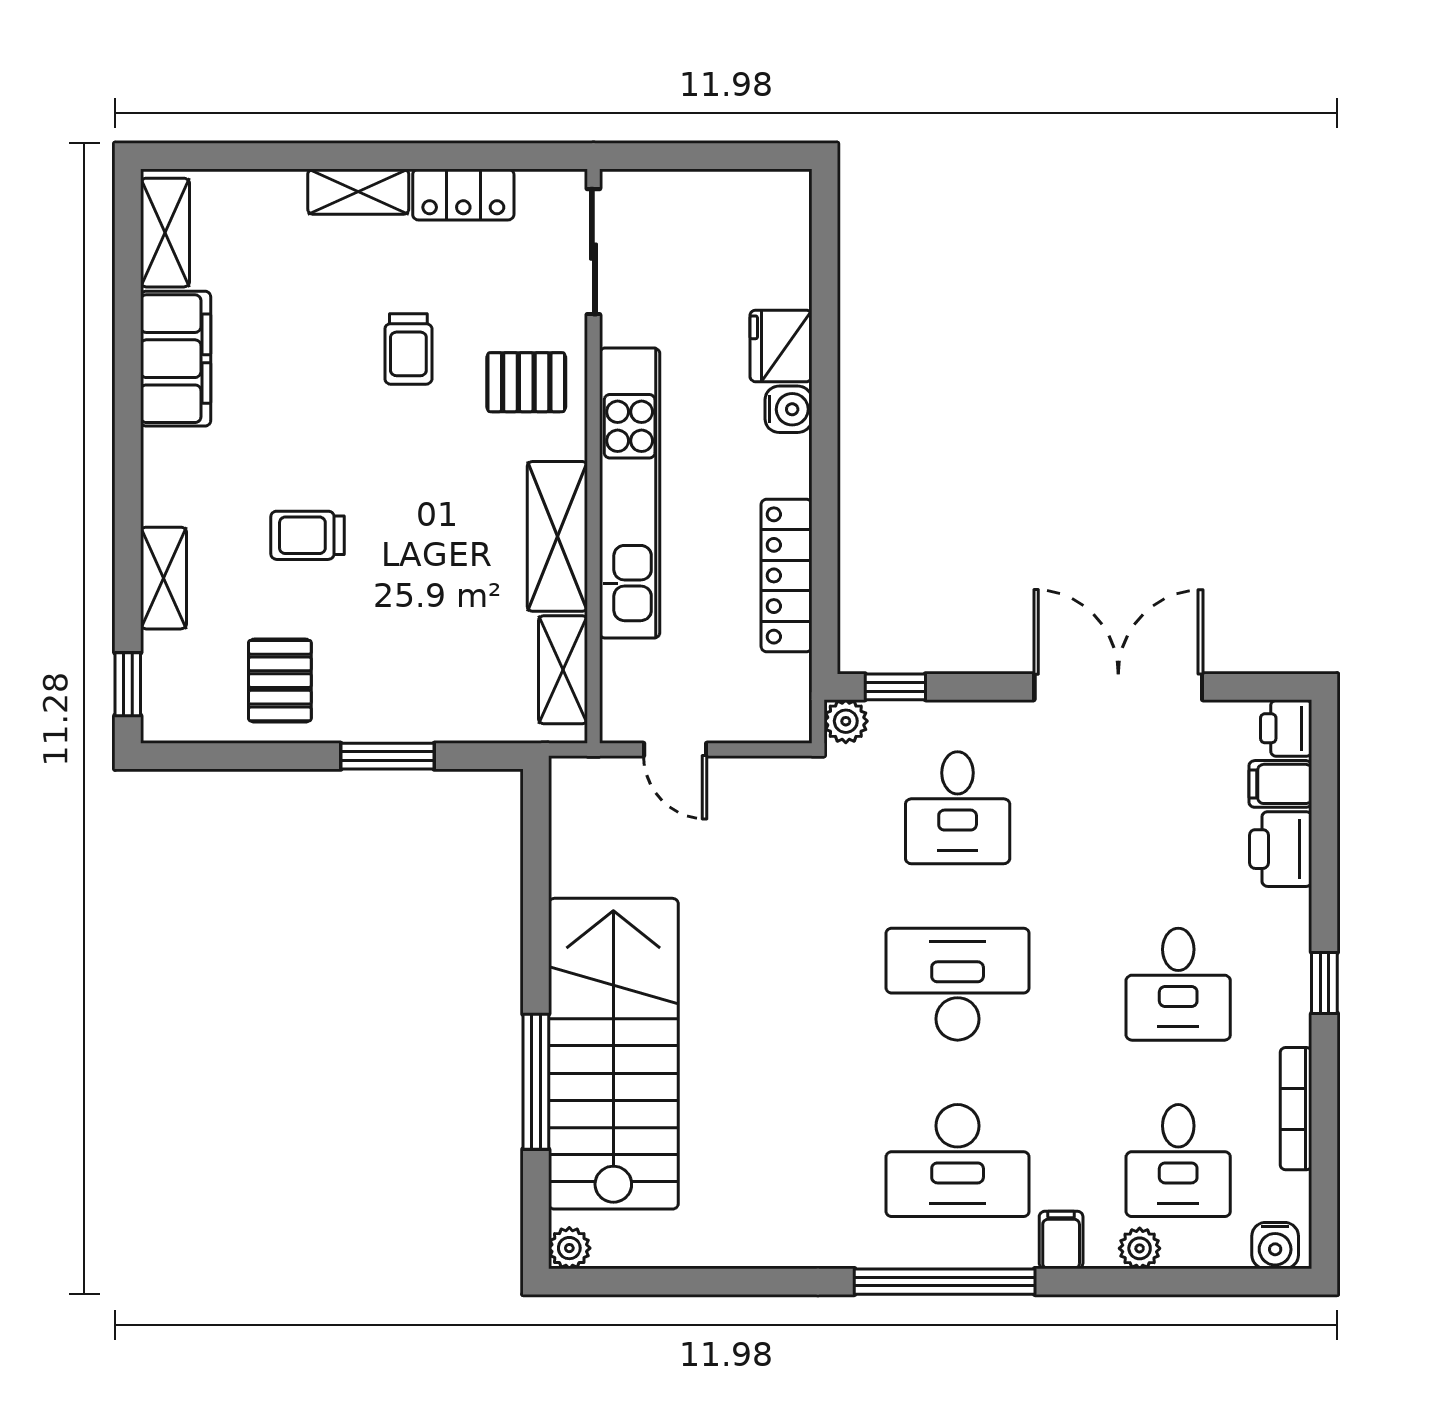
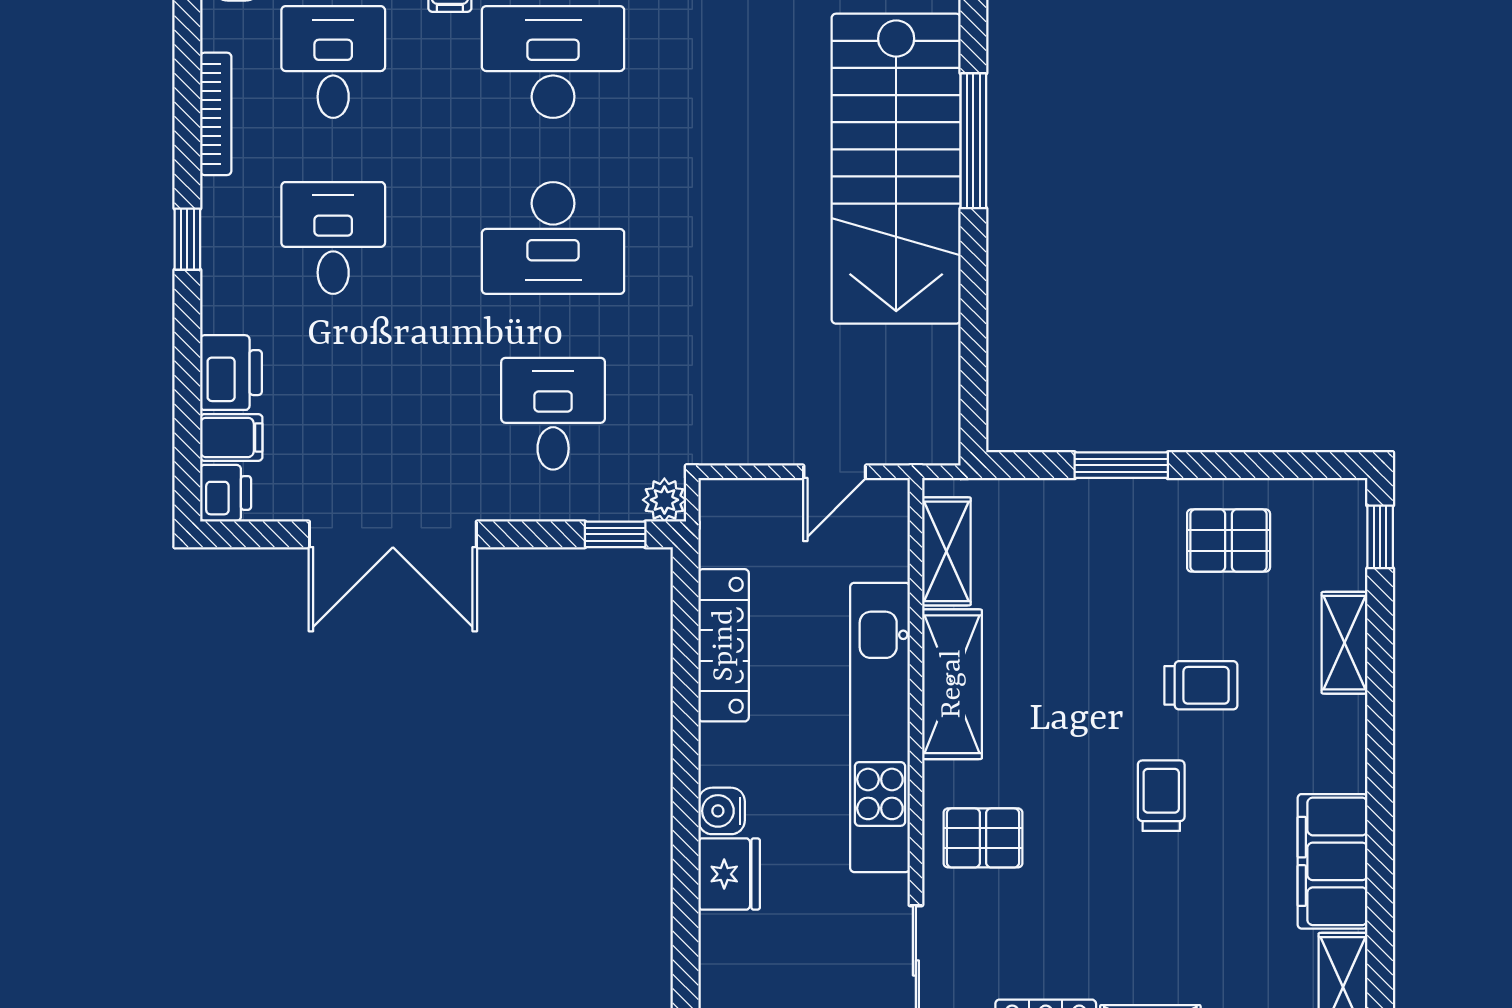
trolley: (408, 349) -> (1161, 796), moved
pallet: (280, 681) -> (1229, 541), turned 90
door: (675, 749) -> (835, 472), swing flipped

